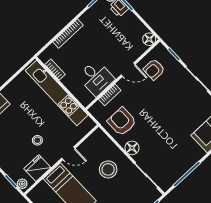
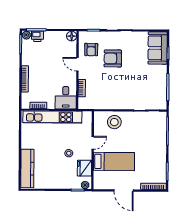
door: (128, 70) -> (77, 64), swing flipped
desk: (96, 78) -> (66, 98), moved, turned 90
armchair: (122, 122) -> (113, 58), moved
floor lamp: (132, 148) -> (124, 104), removed
stool: (108, 169) -> (114, 122), moved

